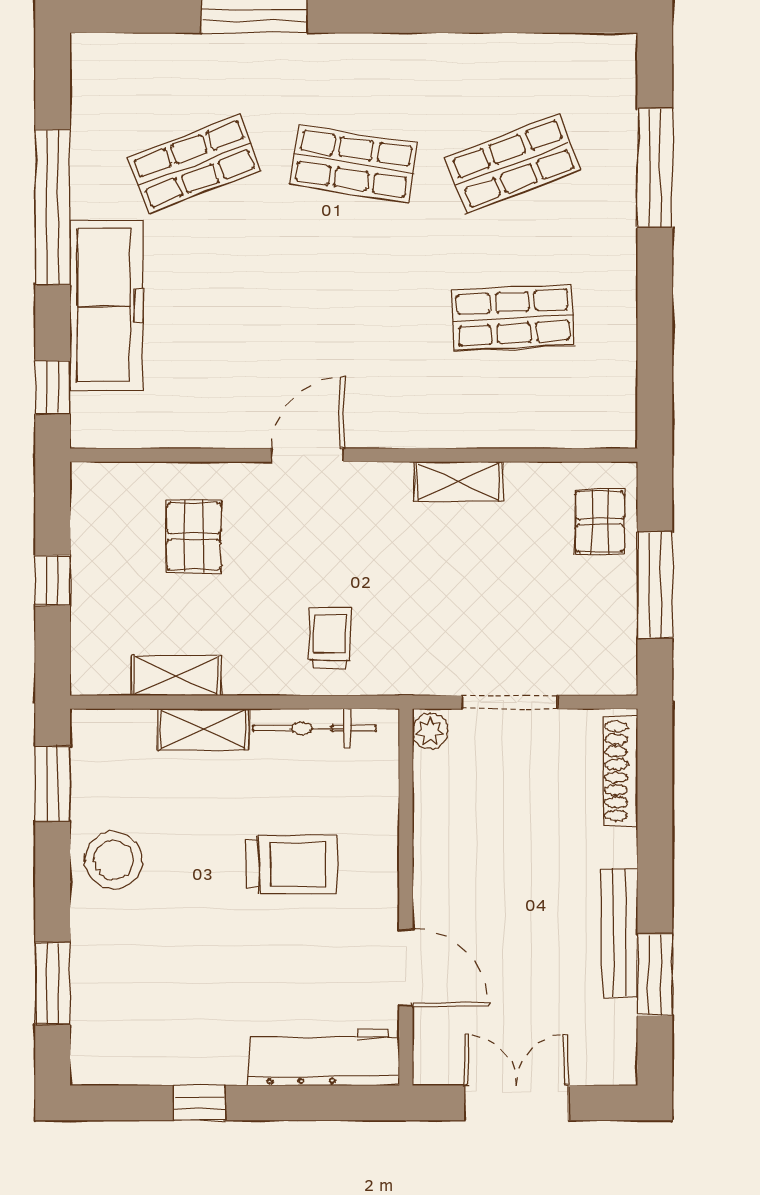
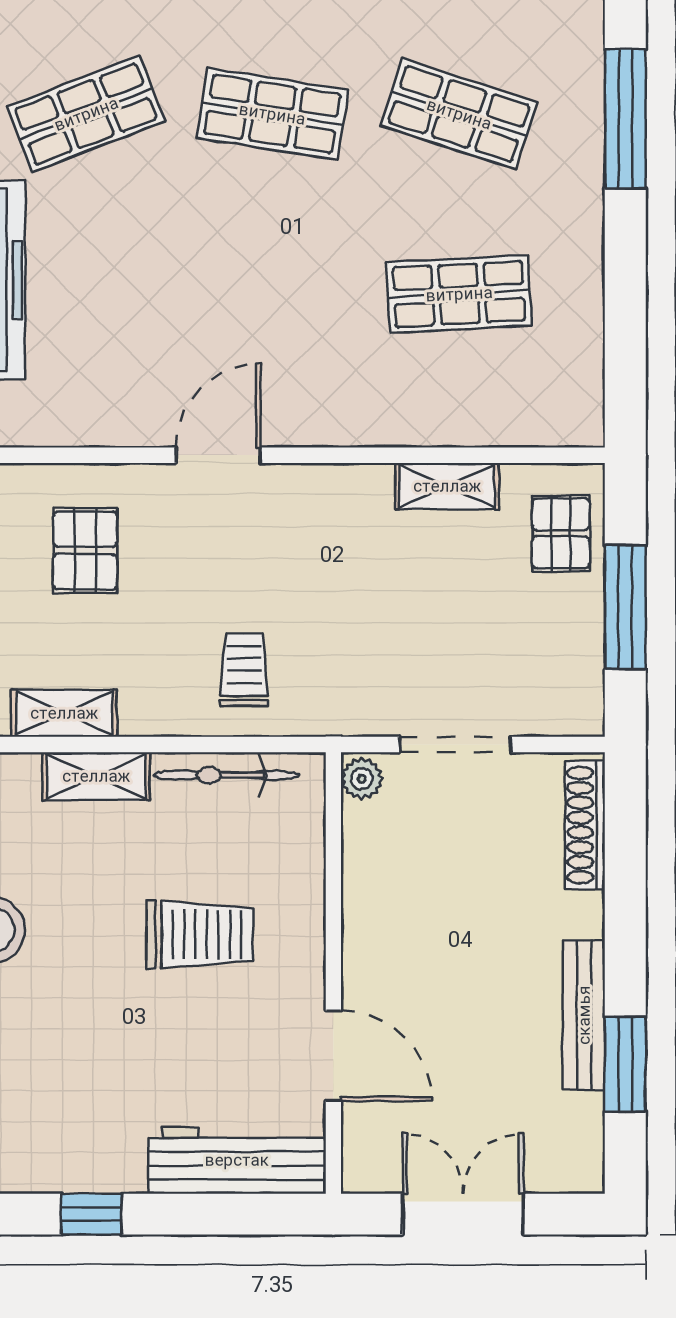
shop shelf: (513, 164) -> (459, 114), turned 39
shelving: (459, 482) -> (447, 486), moved

